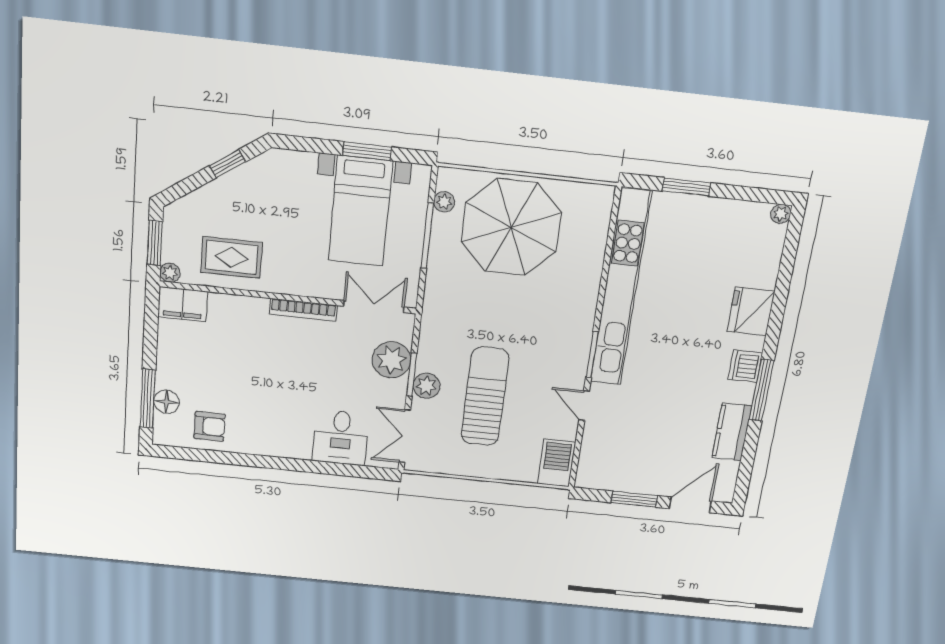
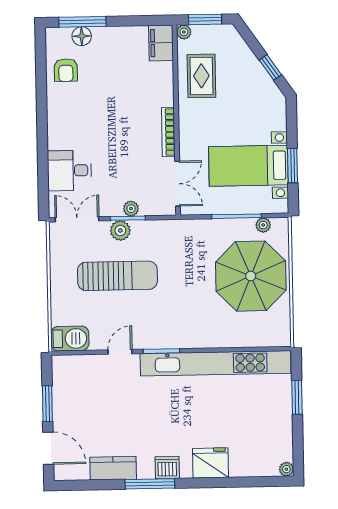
plant: (391, 360) -> (131, 209), width x0.53, depth x0.53

